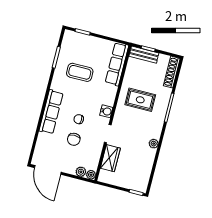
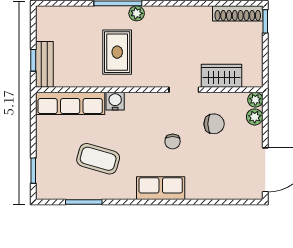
coffee table: (80, 72) -> (98, 159), turned -74
shoe rack: (172, 72) -> (238, 13), moved
water cooler: (106, 111) -> (115, 101), moved
row of seats: (51, 112) -> (161, 188), width x0.68
chair: (74, 139) -> (214, 124), moved
plant: (154, 144) -> (137, 13), moved

